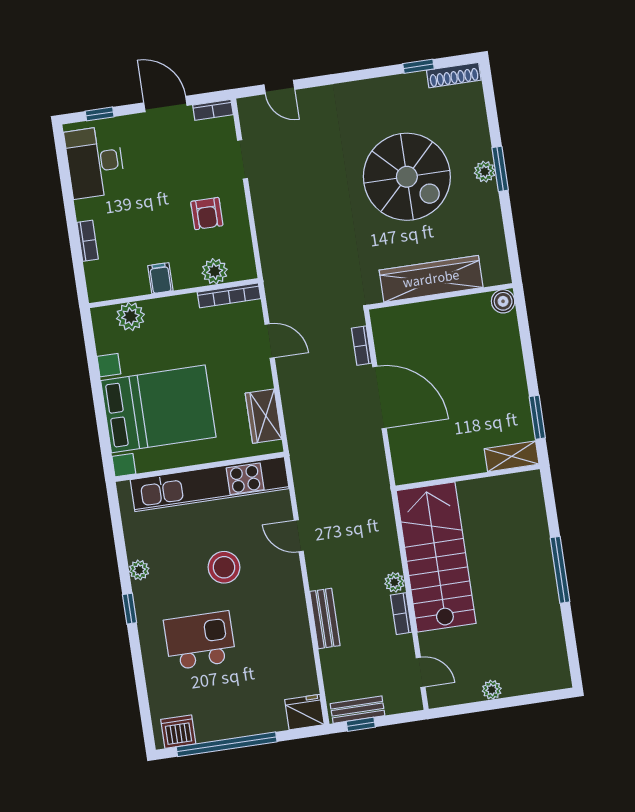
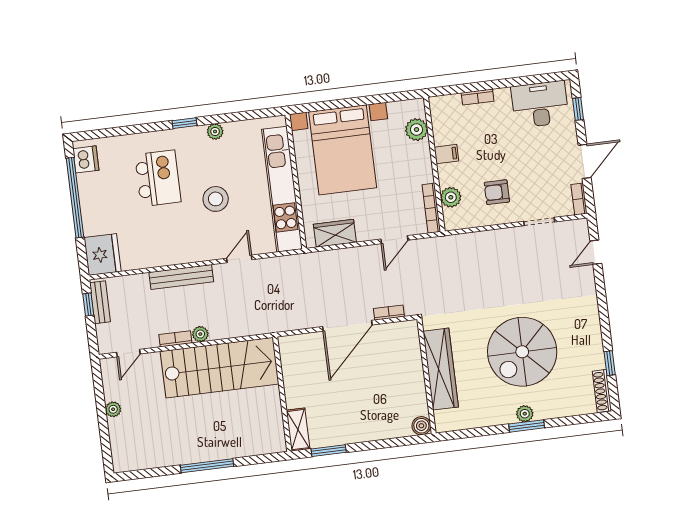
bench: (325, 618) -> (181, 277), width x1.36
fridge: (305, 712) -> (102, 255), width x1.36, depth x1.34

